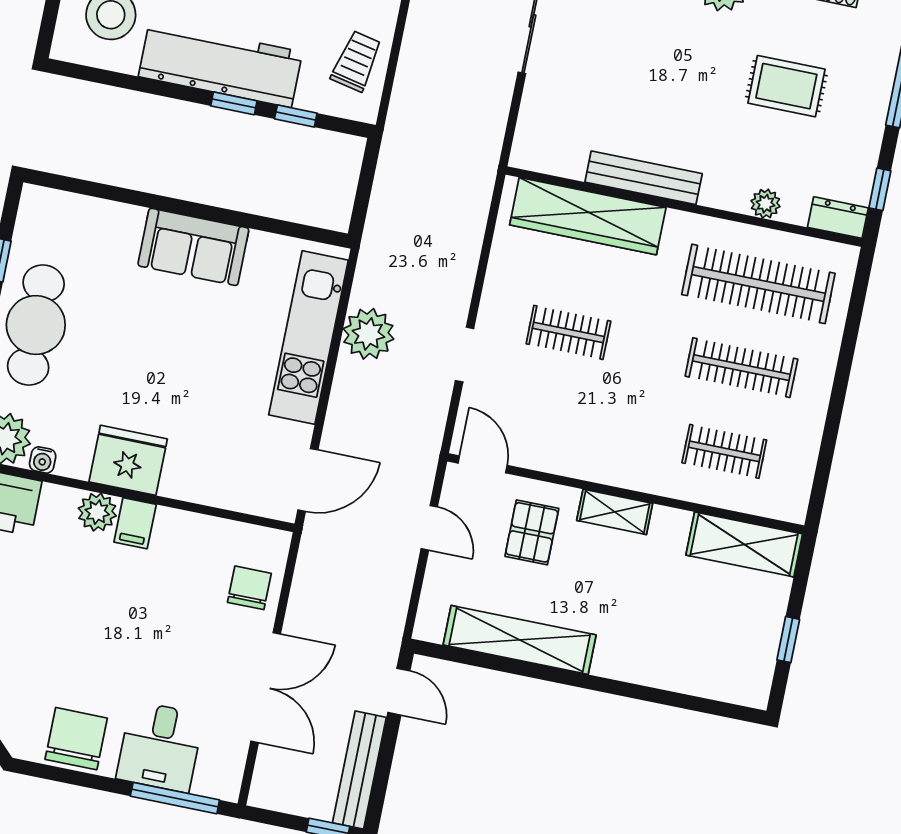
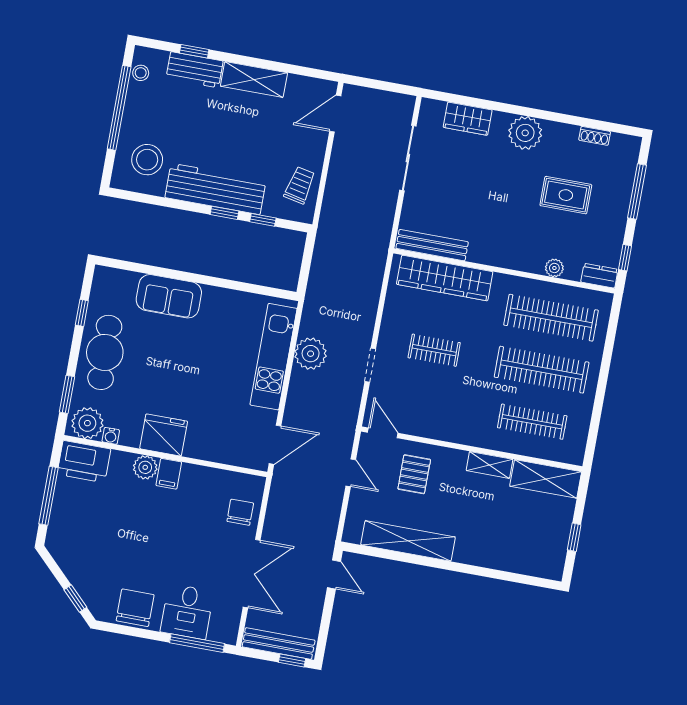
bench: (644, 178) -> (432, 245), moved
sofa: (193, 247) -> (169, 296), moved
clothes rail: (741, 368) -> (542, 370), width x1.37, depth x1.31
clothes rail: (724, 451) -> (532, 422), width x1.36
shelving: (615, 512) -> (489, 465), moved
bench: (359, 770) -> (279, 643), moved, turned 90

